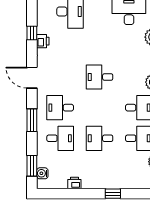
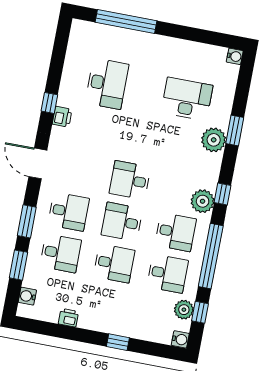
desk: (60, 108) -> (69, 212), turned 180
desk: (100, 108) -> (122, 222), added
desk: (100, 138) -> (114, 263), turned 180
window: (32, 166) -> (18, 265), moved

